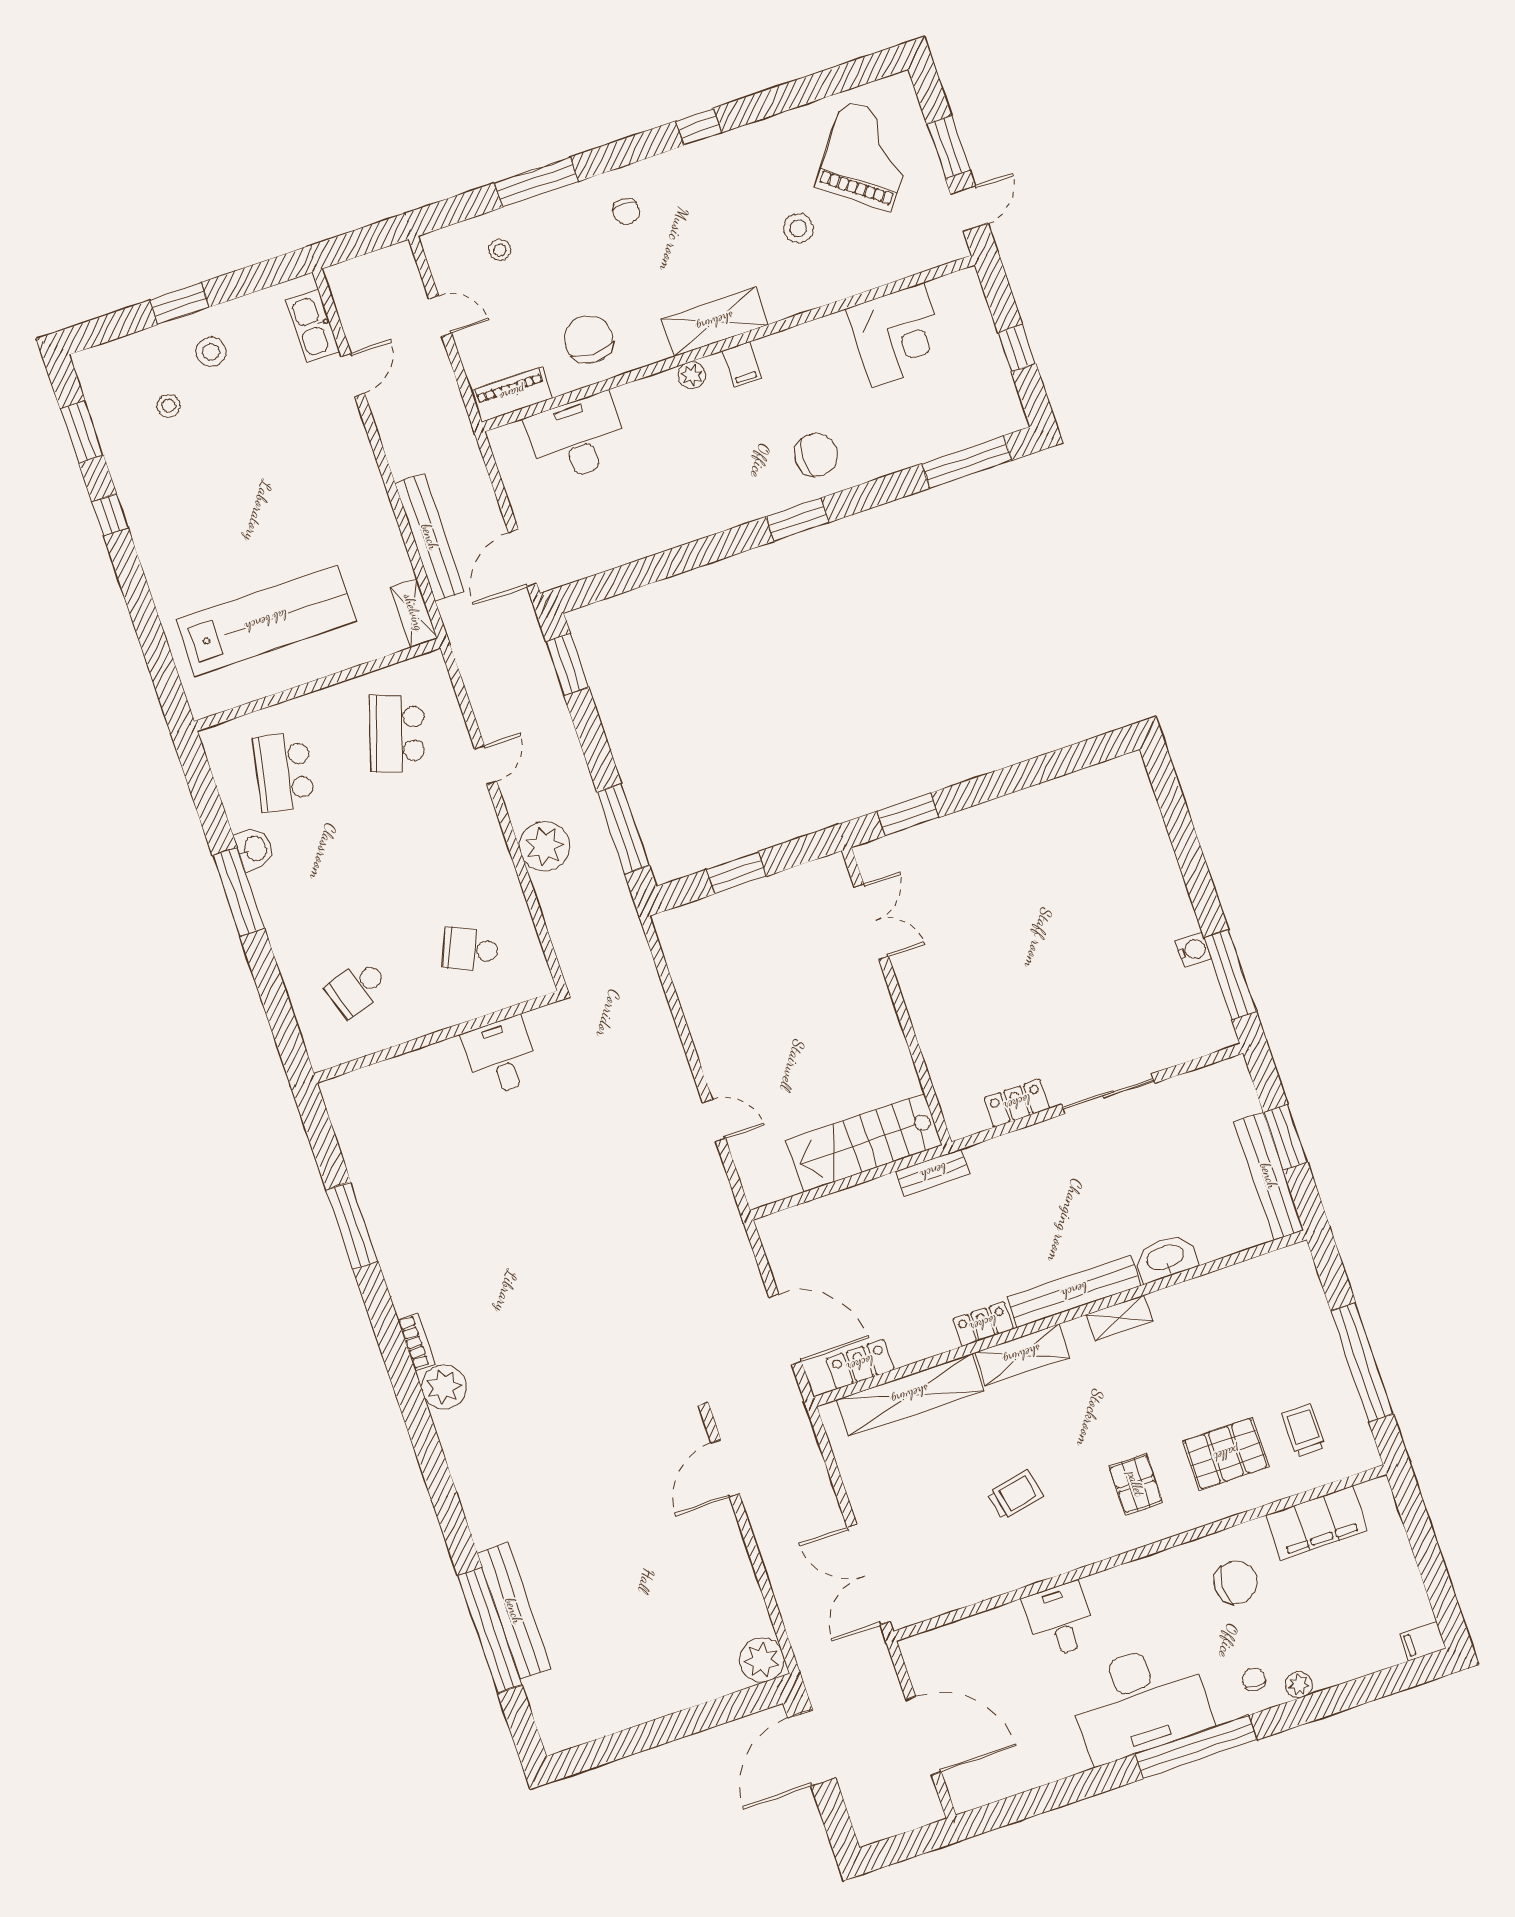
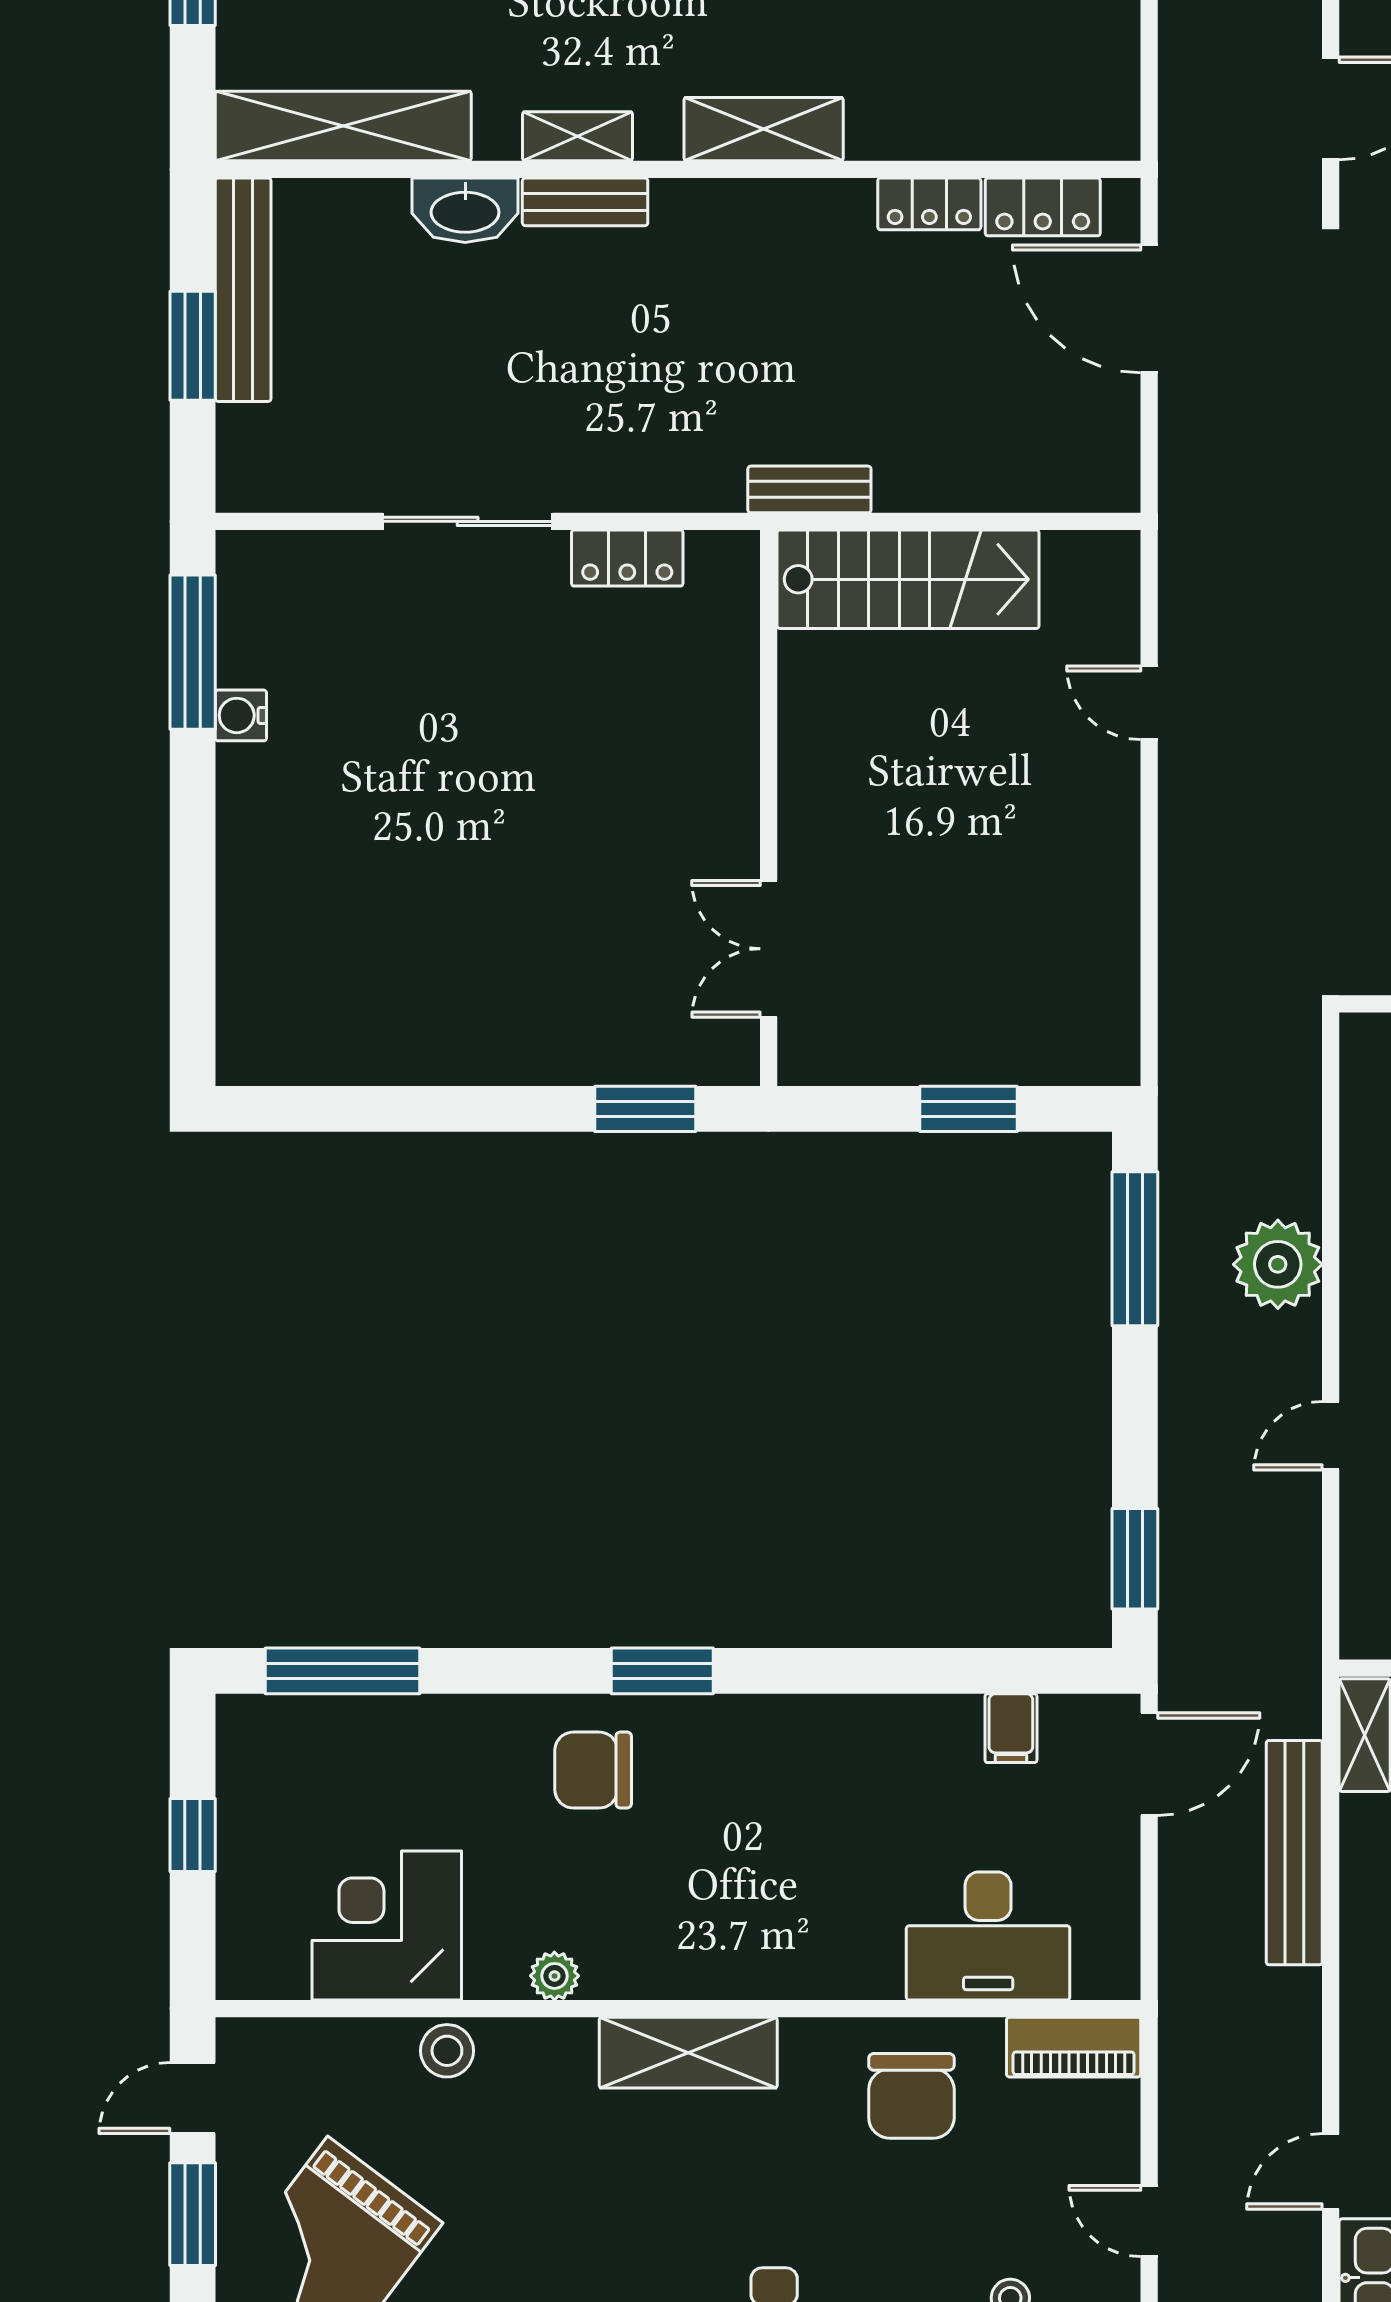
stool: (798, 228) -> (447, 2051), moved
filing cabinet: (742, 364) -> (1011, 1728), moved, turned 180
plant: (692, 375) -> (554, 1976), moved
bench: (1074, 1291) -> (585, 202), width x0.54, depth x0.82
locker: (983, 1324) -> (929, 204), moved
shelving: (910, 1395) -> (343, 126), moved

